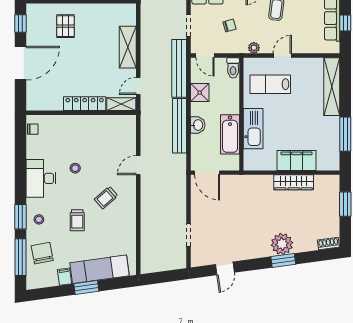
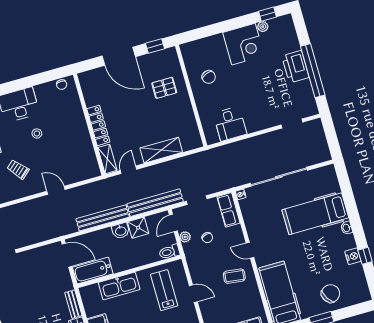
plant: (254, 48) -> (185, 237), moved
door: (138, 86) -> (128, 170), hinge flipped
washbasin: (198, 125) -> (121, 231), moved
bathtub: (230, 134) -> (93, 271), moved
door: (207, 173) -> (67, 255), swing flipped
bench: (258, 180) -> (73, 304), added

